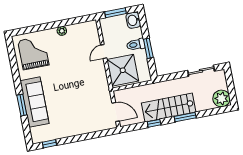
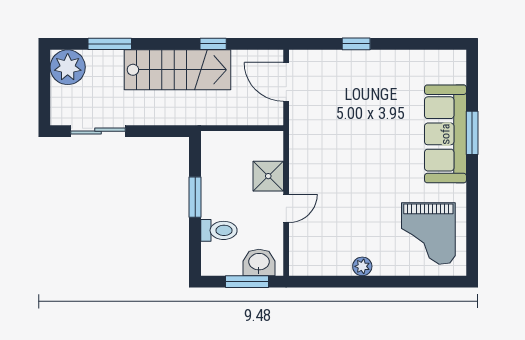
washbasin: (133, 20) -> (259, 262), moved, turned -90
toilet: (136, 45) -> (219, 230), moved
shower: (123, 70) -> (268, 176), width x0.54, depth x0.54
window: (185, 117) -> (110, 44), moved
window: (49, 144) -> (356, 44), moved

